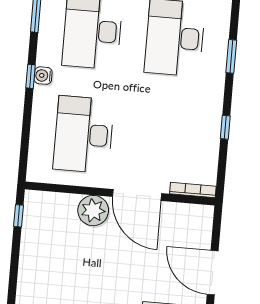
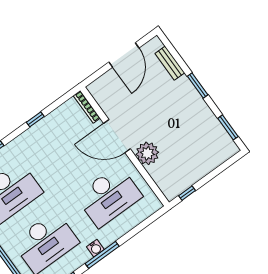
window: (31, 76) -> (102, 255), width x2.17
door: (137, 195) -> (117, 136), swing flipped

